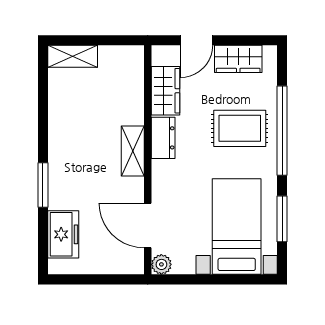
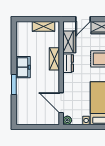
shelving: (73, 56) -> (44, 26), moved
shelving: (133, 151) -> (54, 59), moved
freezer: (63, 234) -> (23, 67), moved

